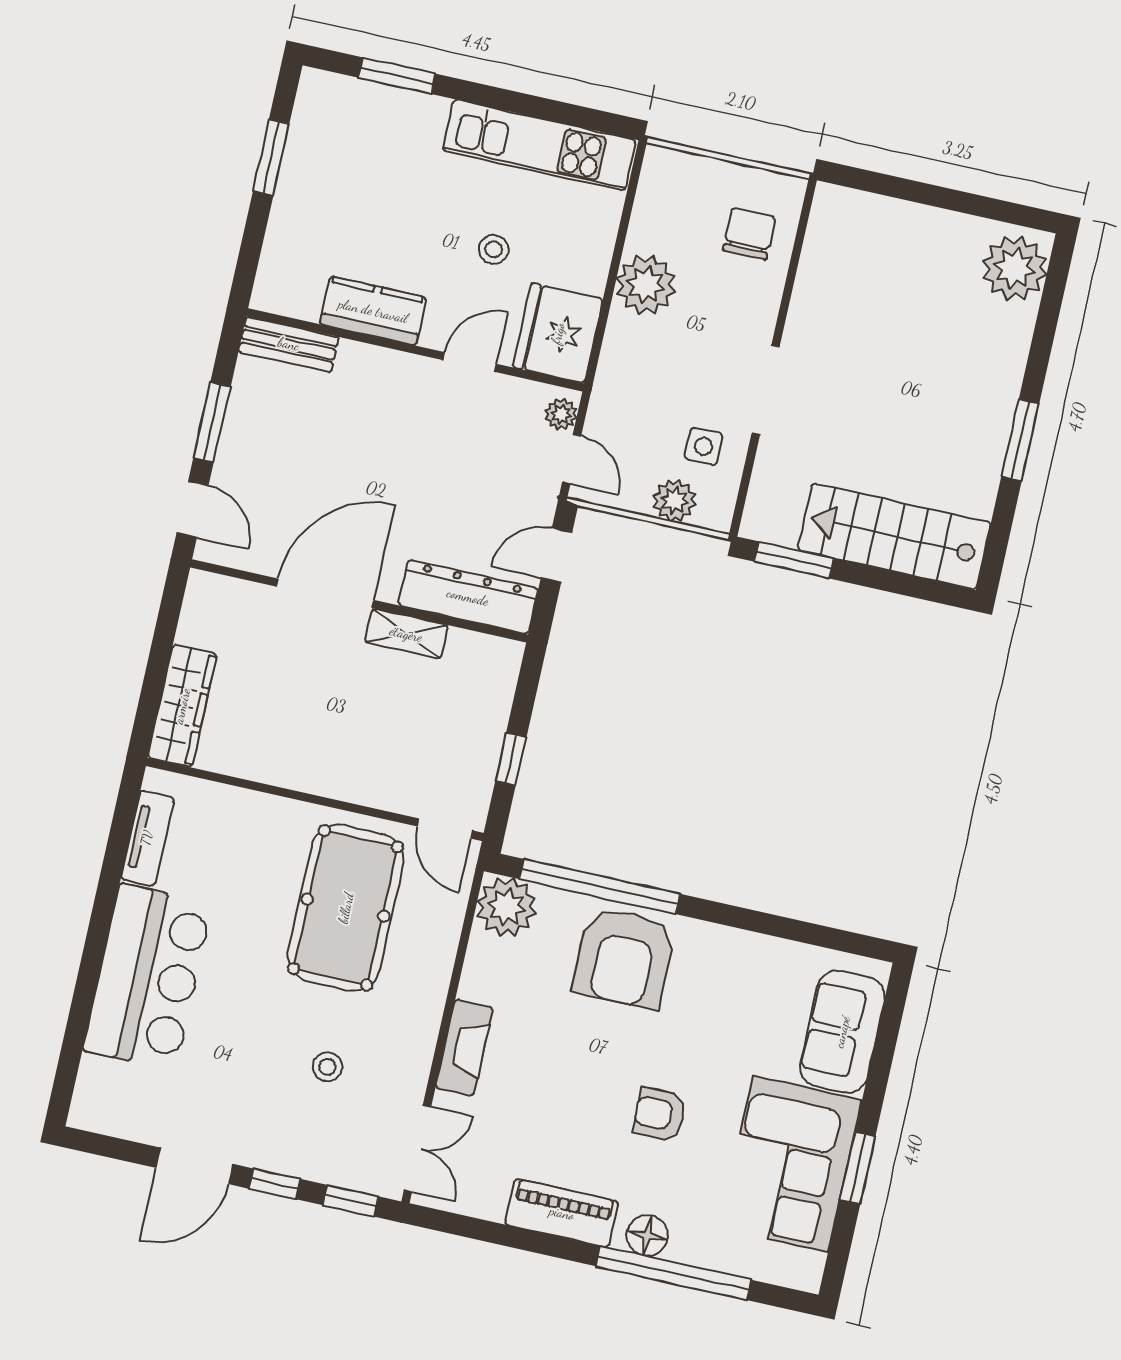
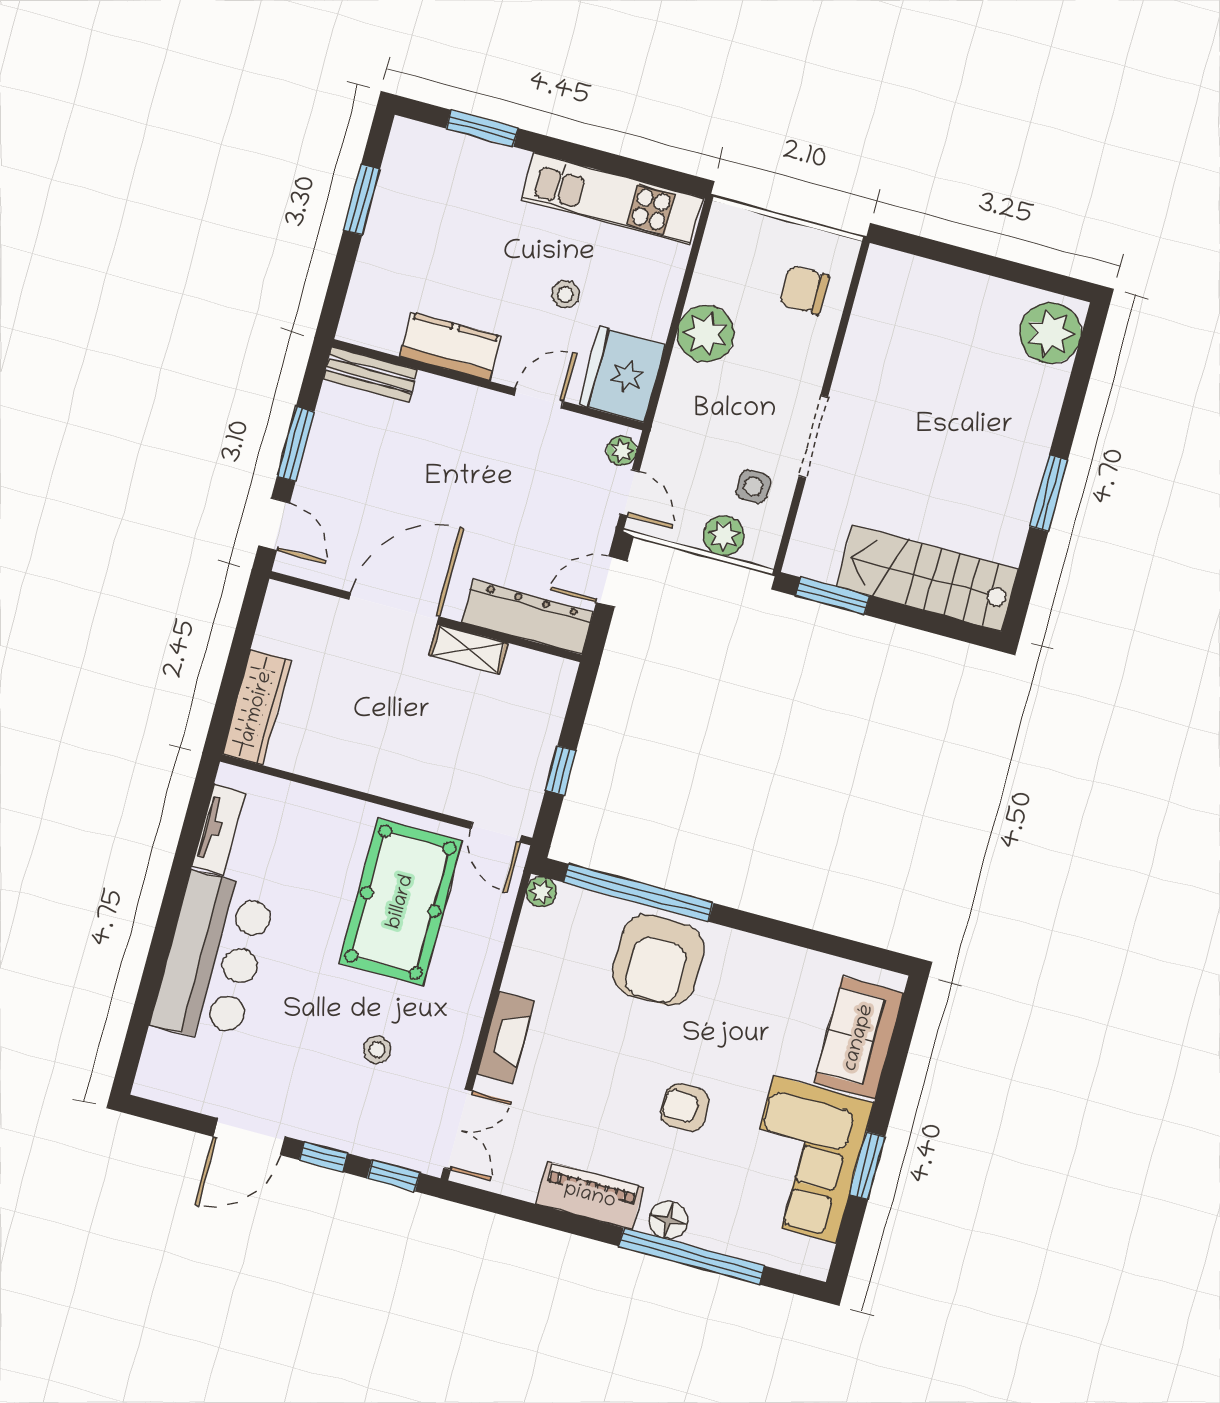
chair: (749, 234) -> (804, 290), turned -90
plant: (506, 907) -> (541, 892), width x0.53, depth x0.53

